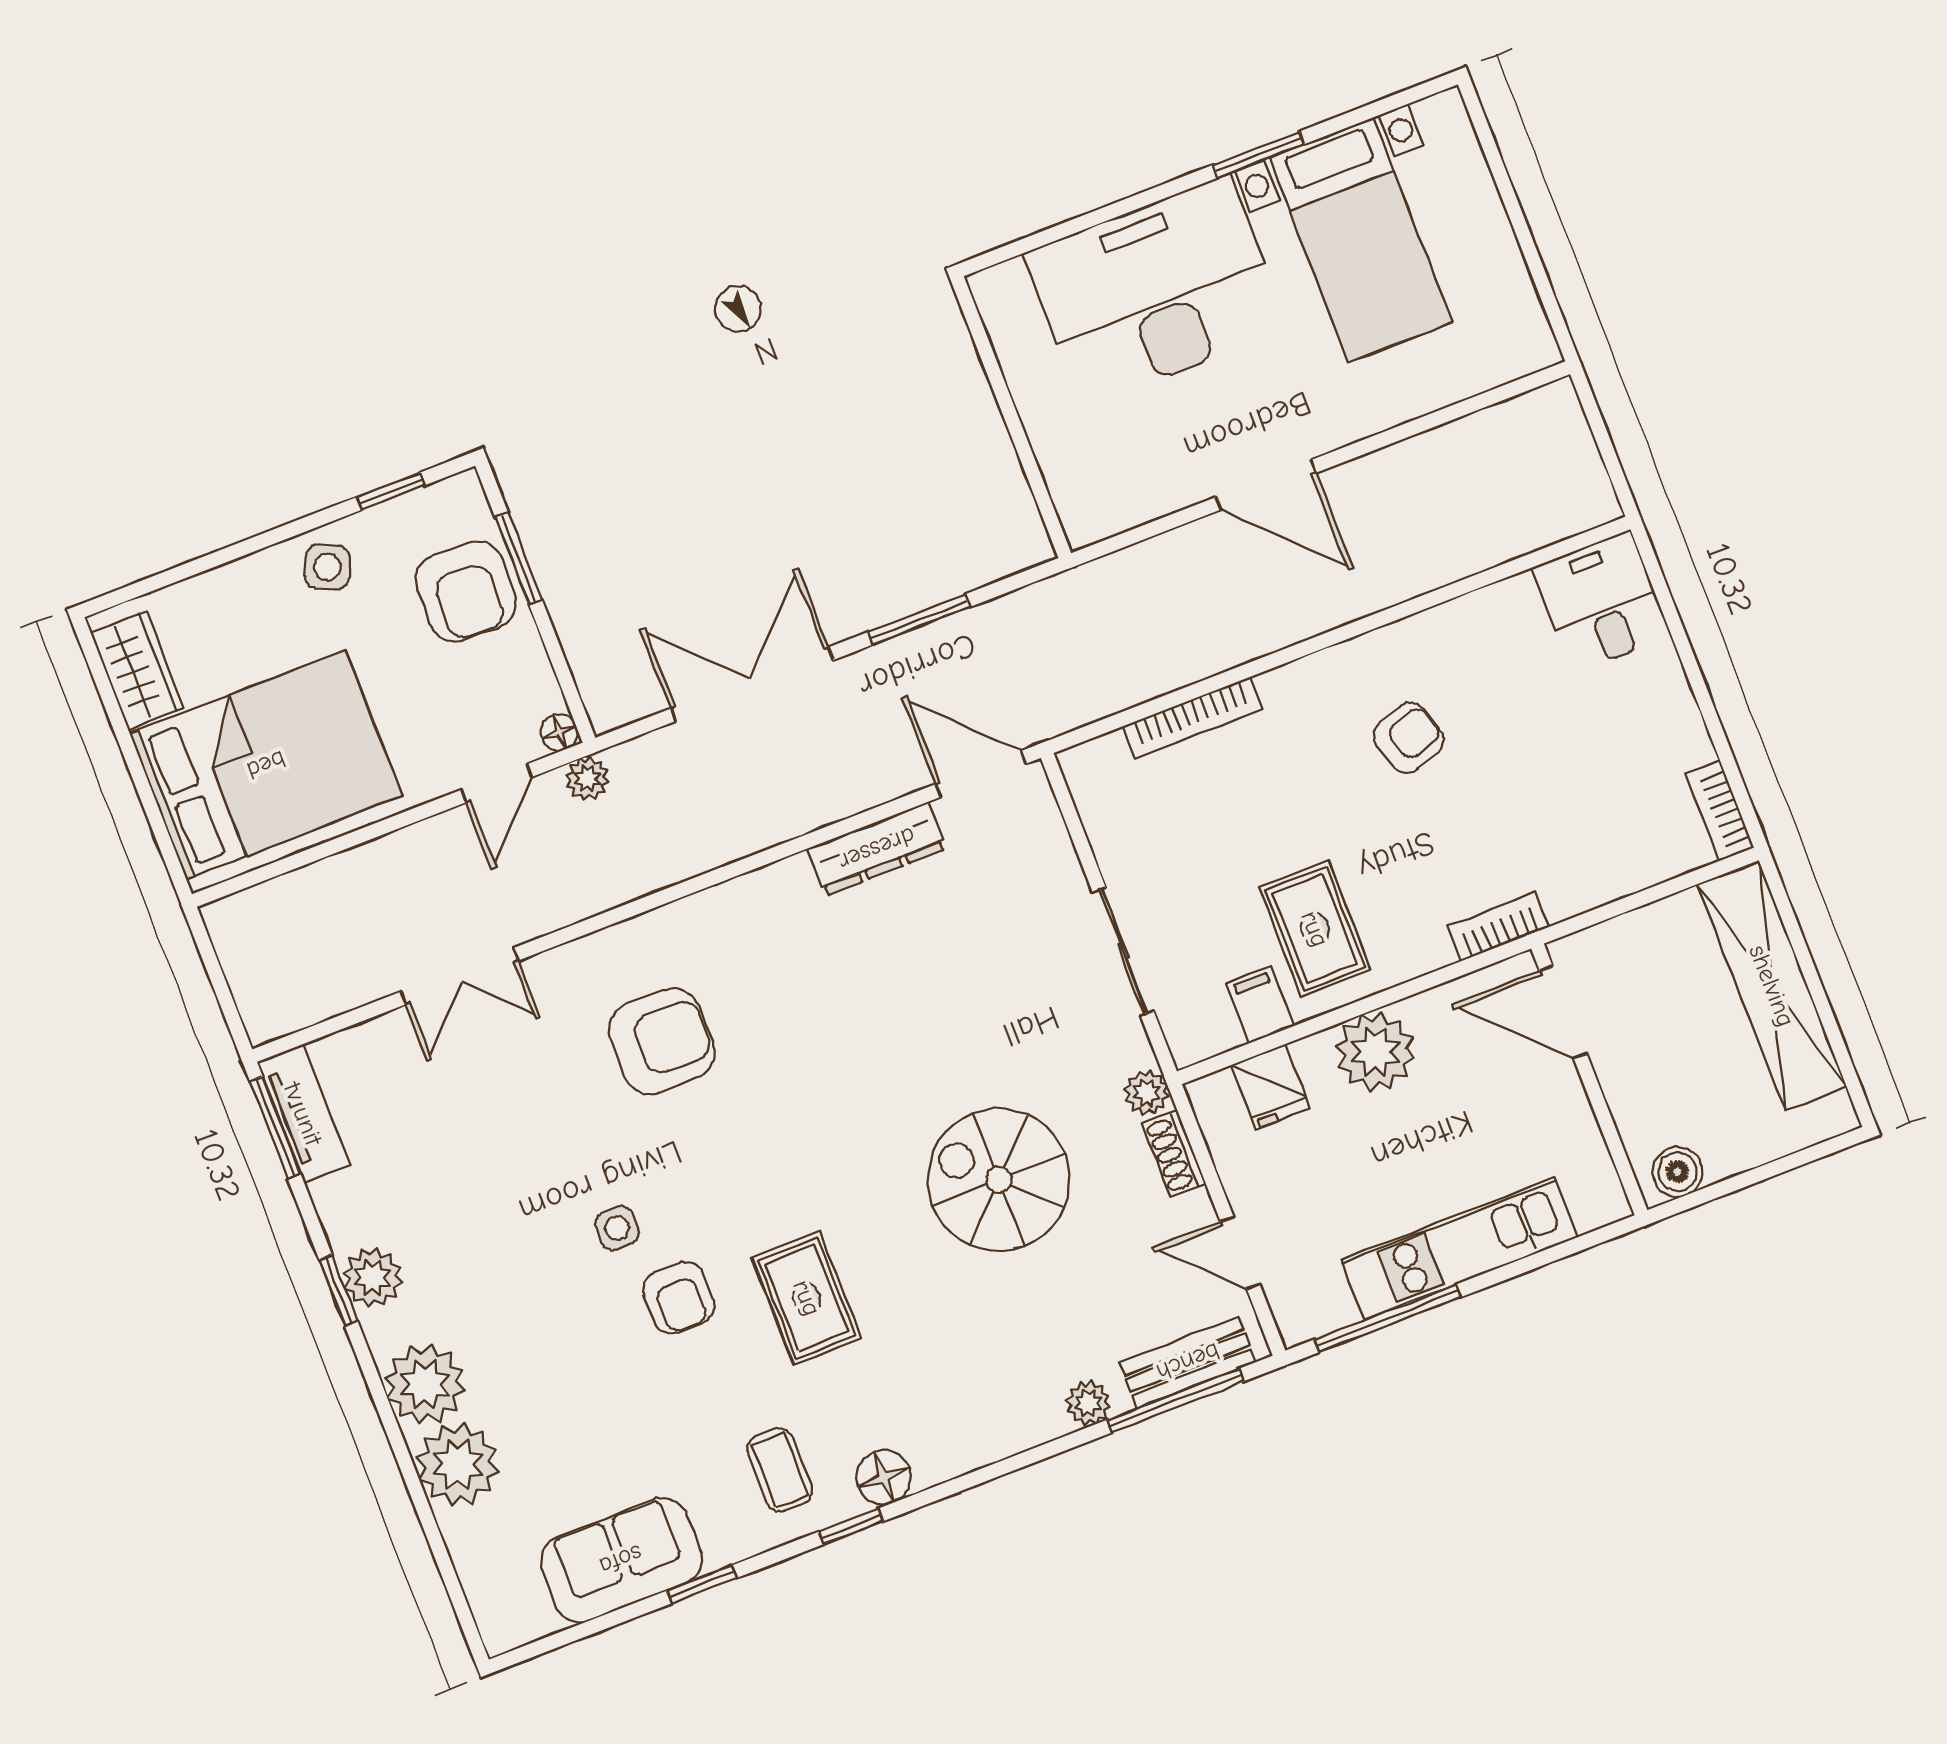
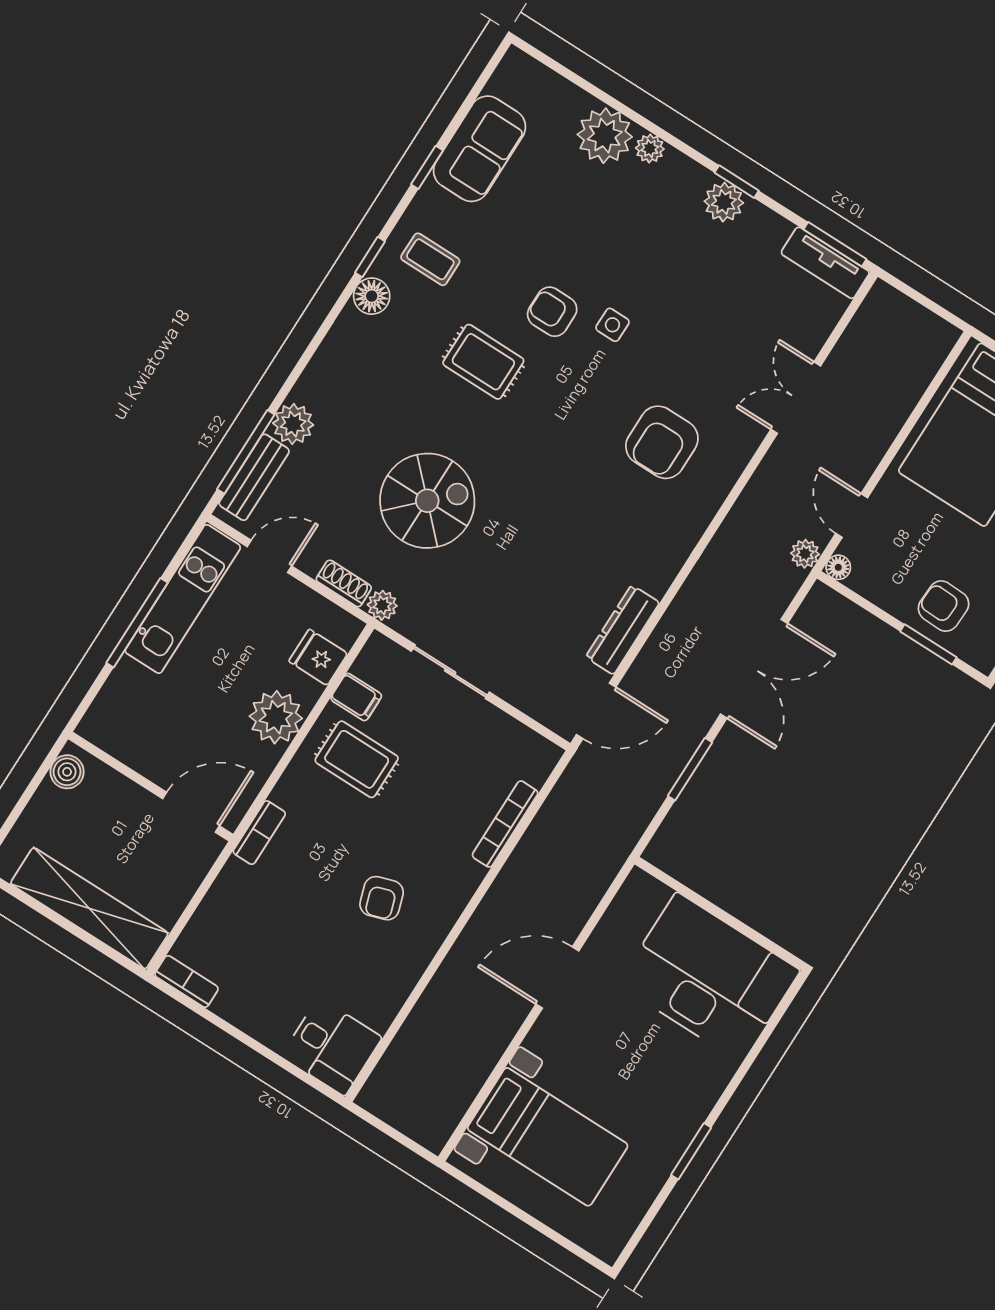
bed with nightstands: (1361, 240) -> (548, 1137), moved, turned 180
desk: (1156, 291) -> (709, 977), moved, turned -90
armchair: (466, 591) -> (944, 606), width x0.72, depth x0.72
kitchen unit: (1459, 1249) -> (183, 599), moved
window: (1387, 1318) -> (137, 623), moved
plant: (425, 1384) -> (650, 148), width x0.53, depth x0.53
plant: (1088, 1403) -> (293, 424), width x1.38, depth x1.38

